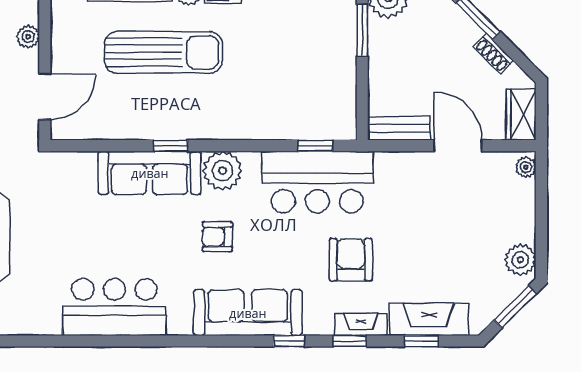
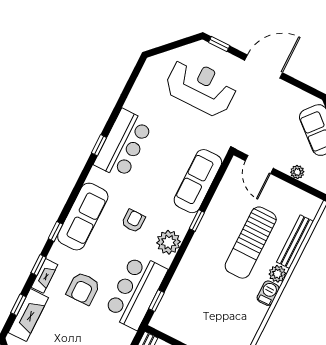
sofa: (150, 173) -> (198, 181), moved
armchair: (351, 260) -> (83, 288), turned 90
window: (134, 341) -> (99, 145), added

